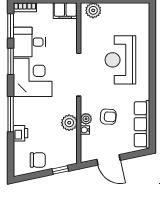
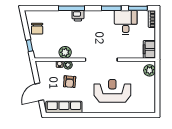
corner desk: (33, 77) -> (99, 25), removed
printer: (20, 133) -> (78, 16), moved
door: (109, 160) -> (39, 92), moved

